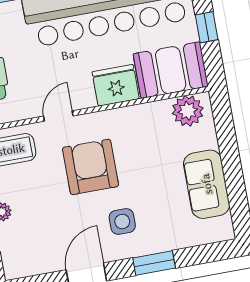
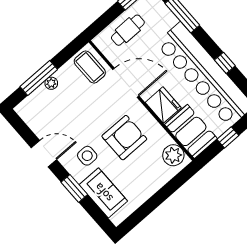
door: (58, 116) -> (126, 83), width x1.87
armchair: (91, 167) -> (124, 138), moved
sofa: (207, 184) -> (103, 193), moved, turned 90

